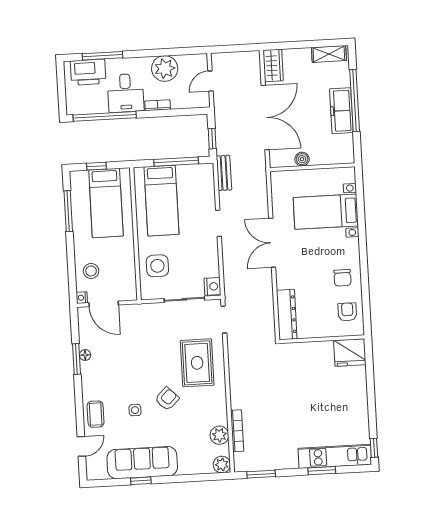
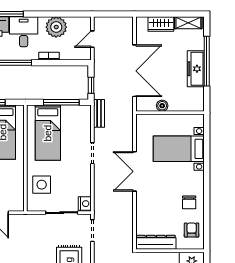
wardrobe: (273, 65) -> (161, 24), moved, turned 90
desk: (126, 93) -> (24, 32), moved, turned 180
dresser: (287, 315) -> (156, 242), moved, turned -90

